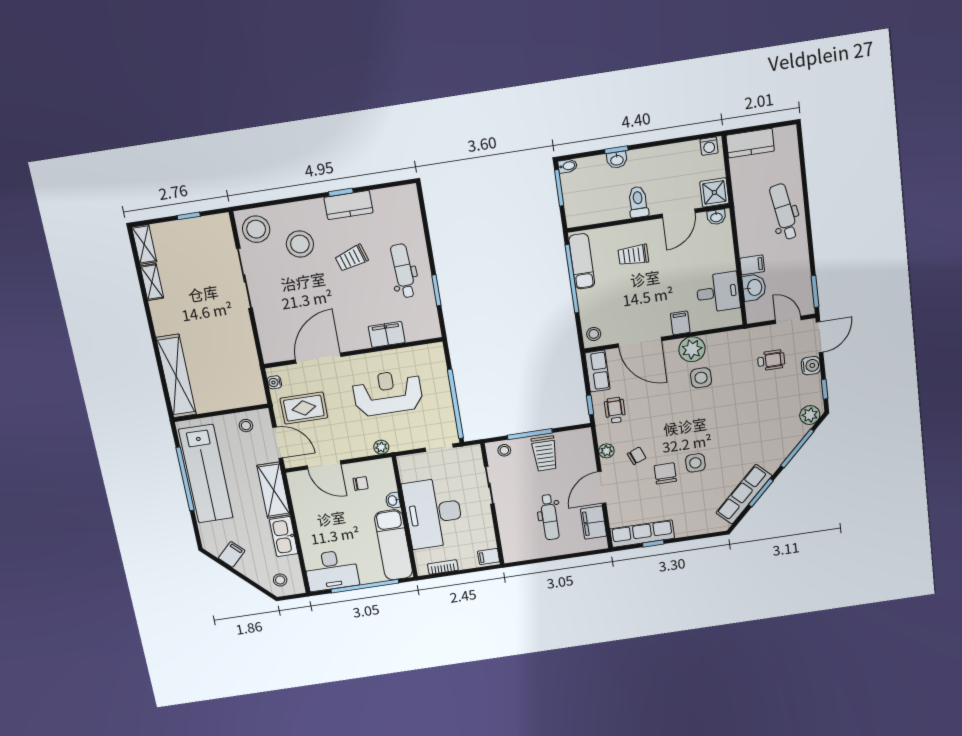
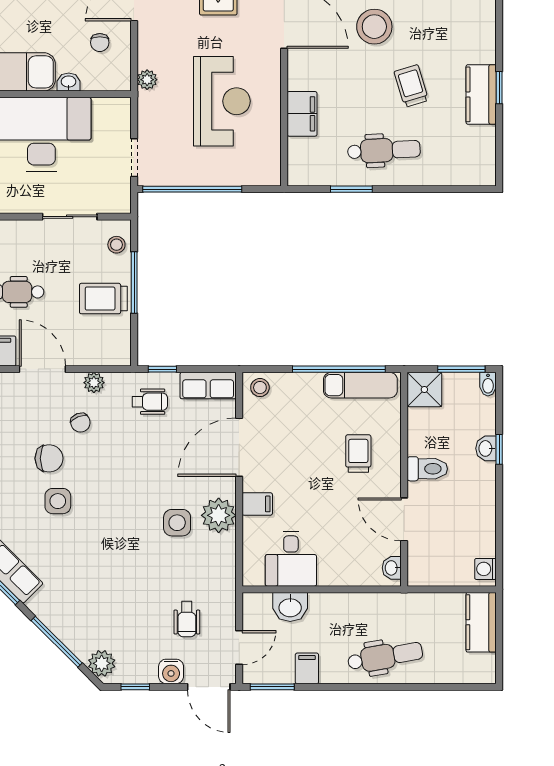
shower: (714, 192) -> (424, 389), moved
stool: (300, 244) -> (374, 27), moved
filing cabinet: (752, 265) -> (307, 668), moved, turned 180

